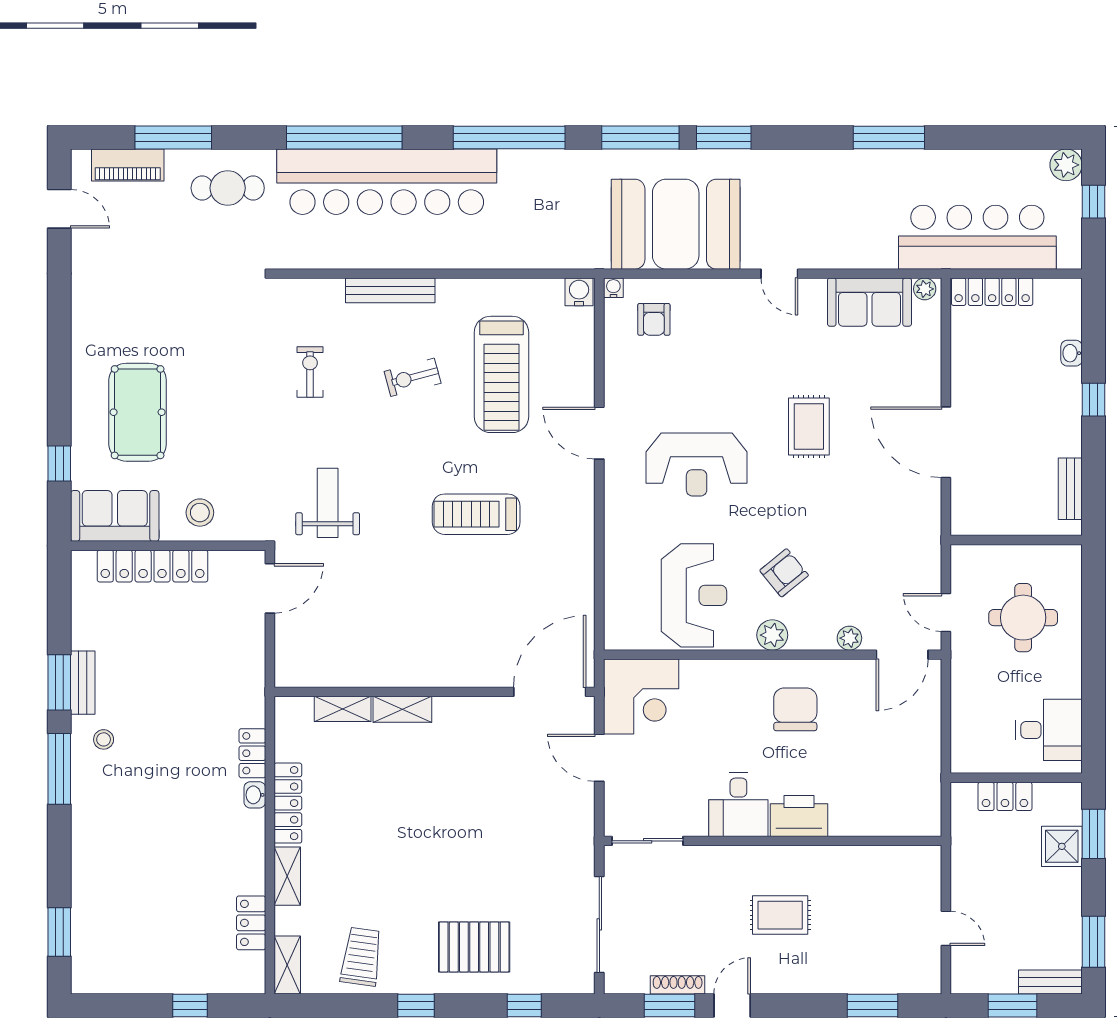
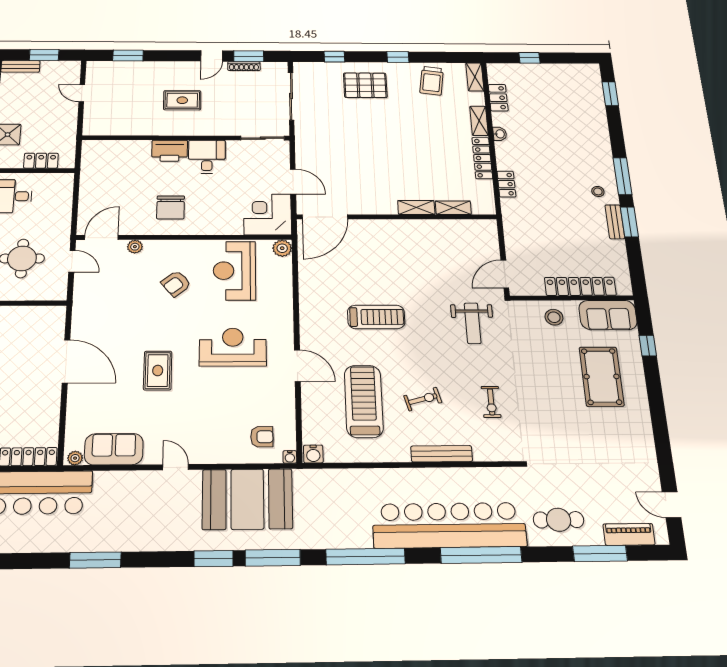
armchair: (654, 319) -> (262, 437), turned 90
plant: (772, 635) -> (282, 248), moved
washbasin: (255, 795) -> (500, 134), moved

